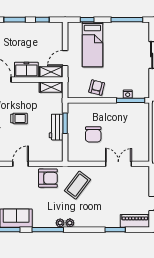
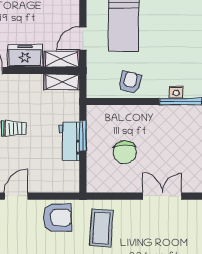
coffee table: (77, 185) -> (101, 228), turned -33

